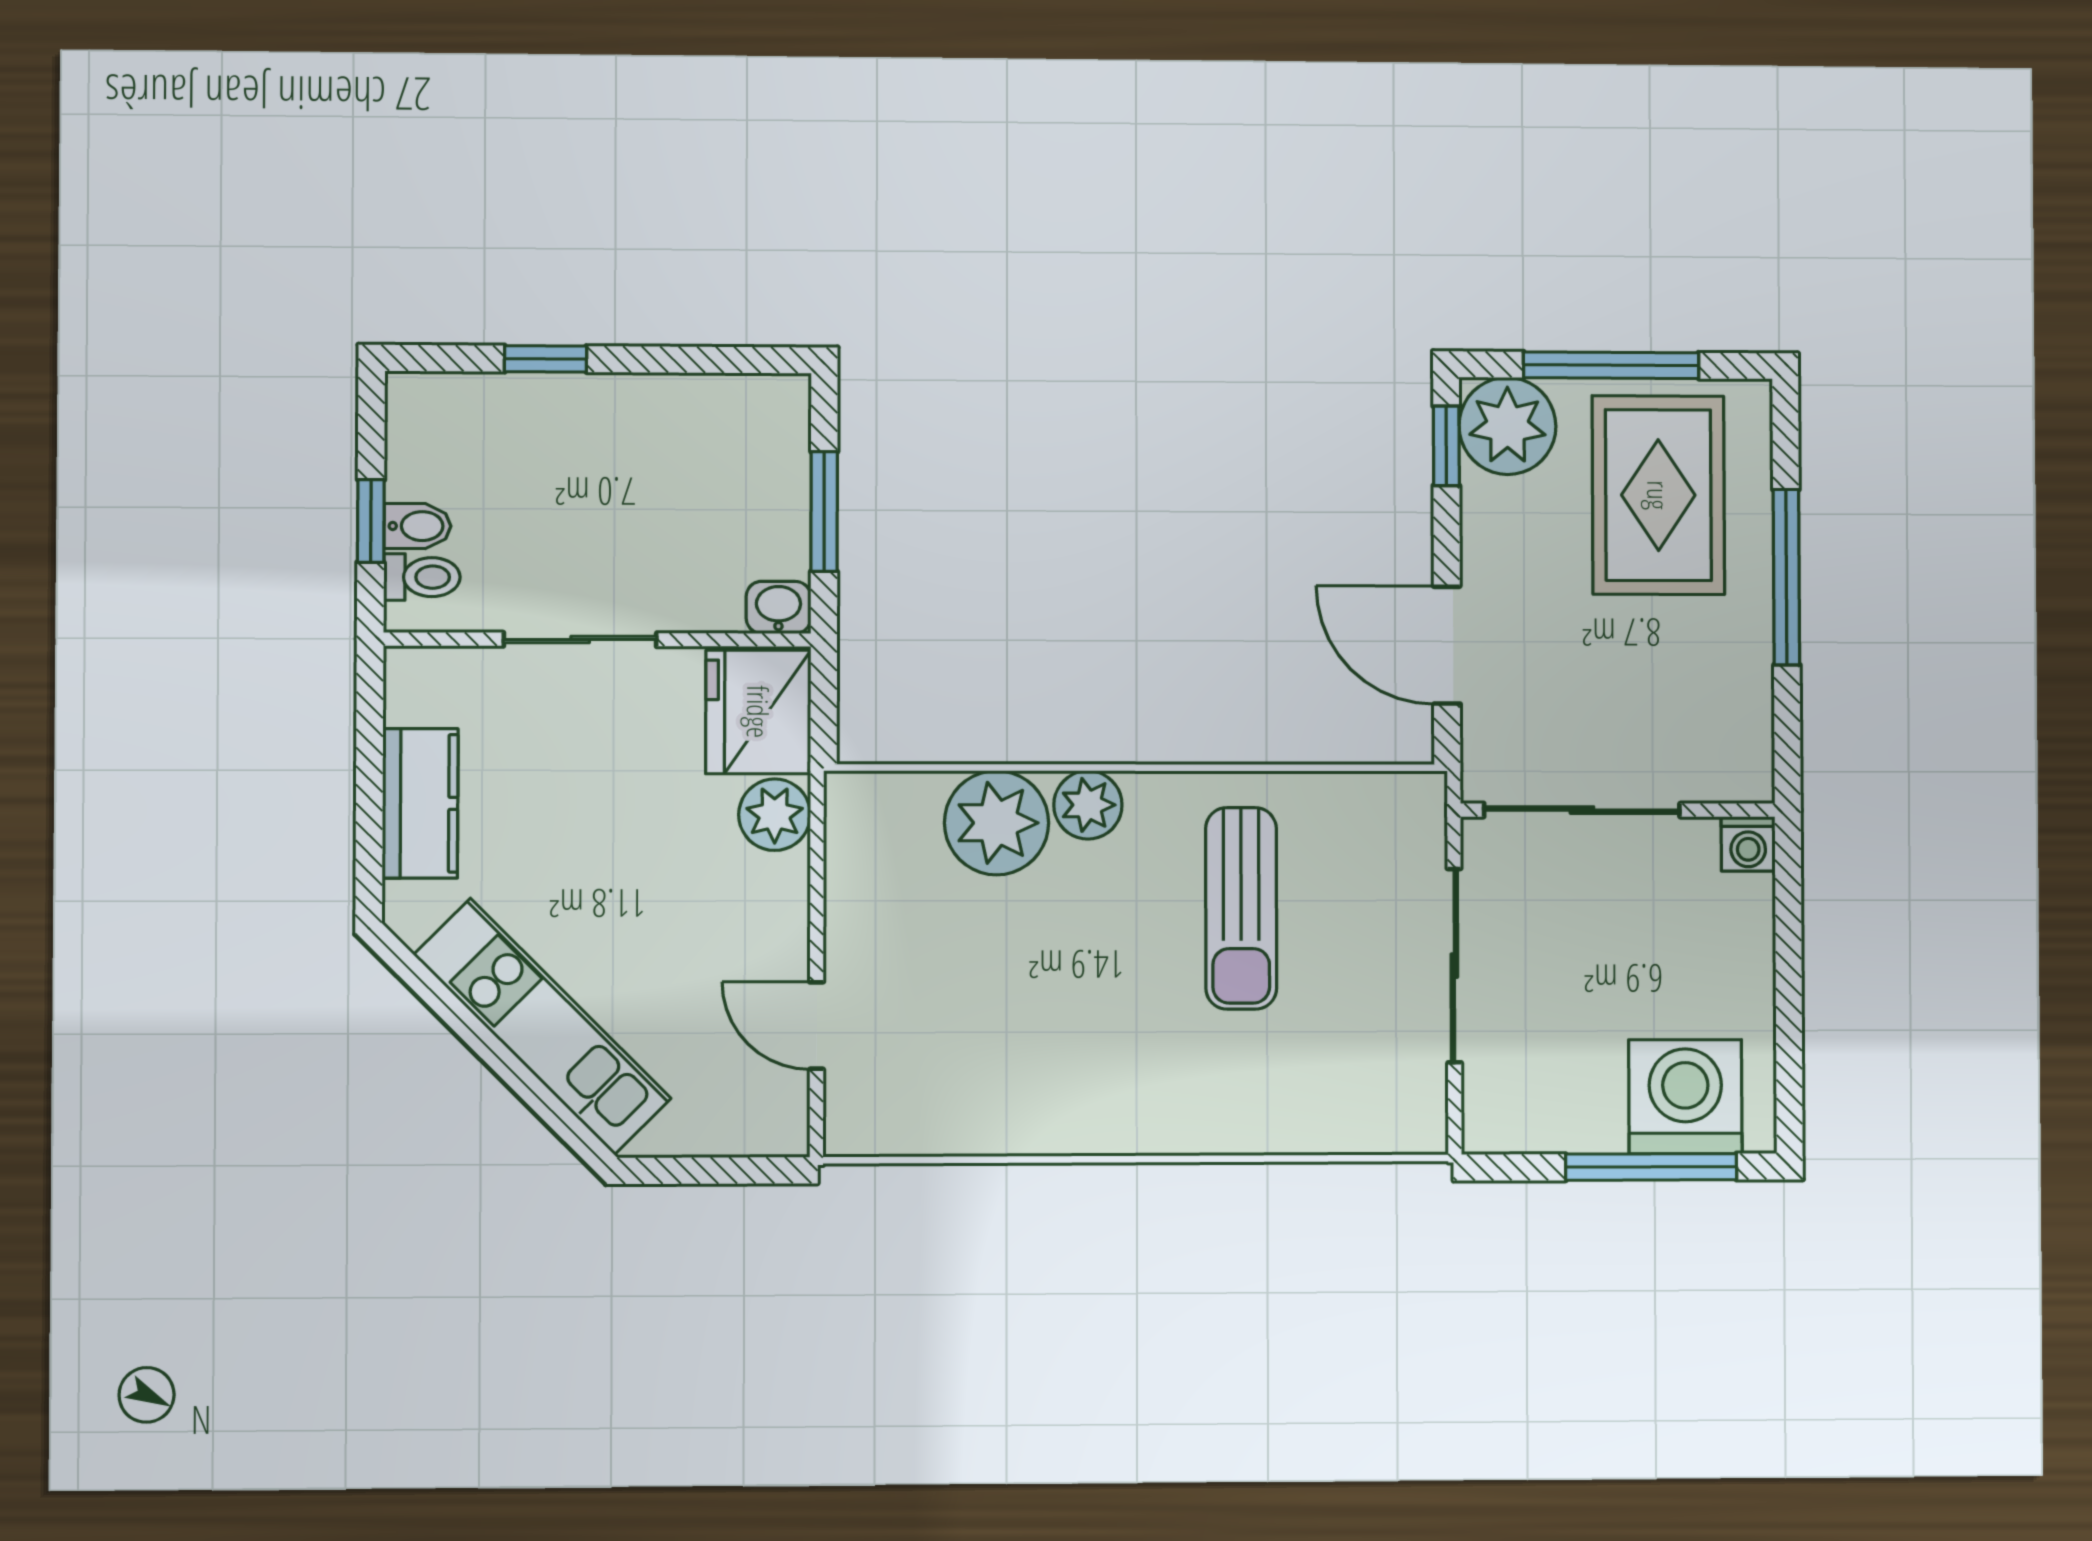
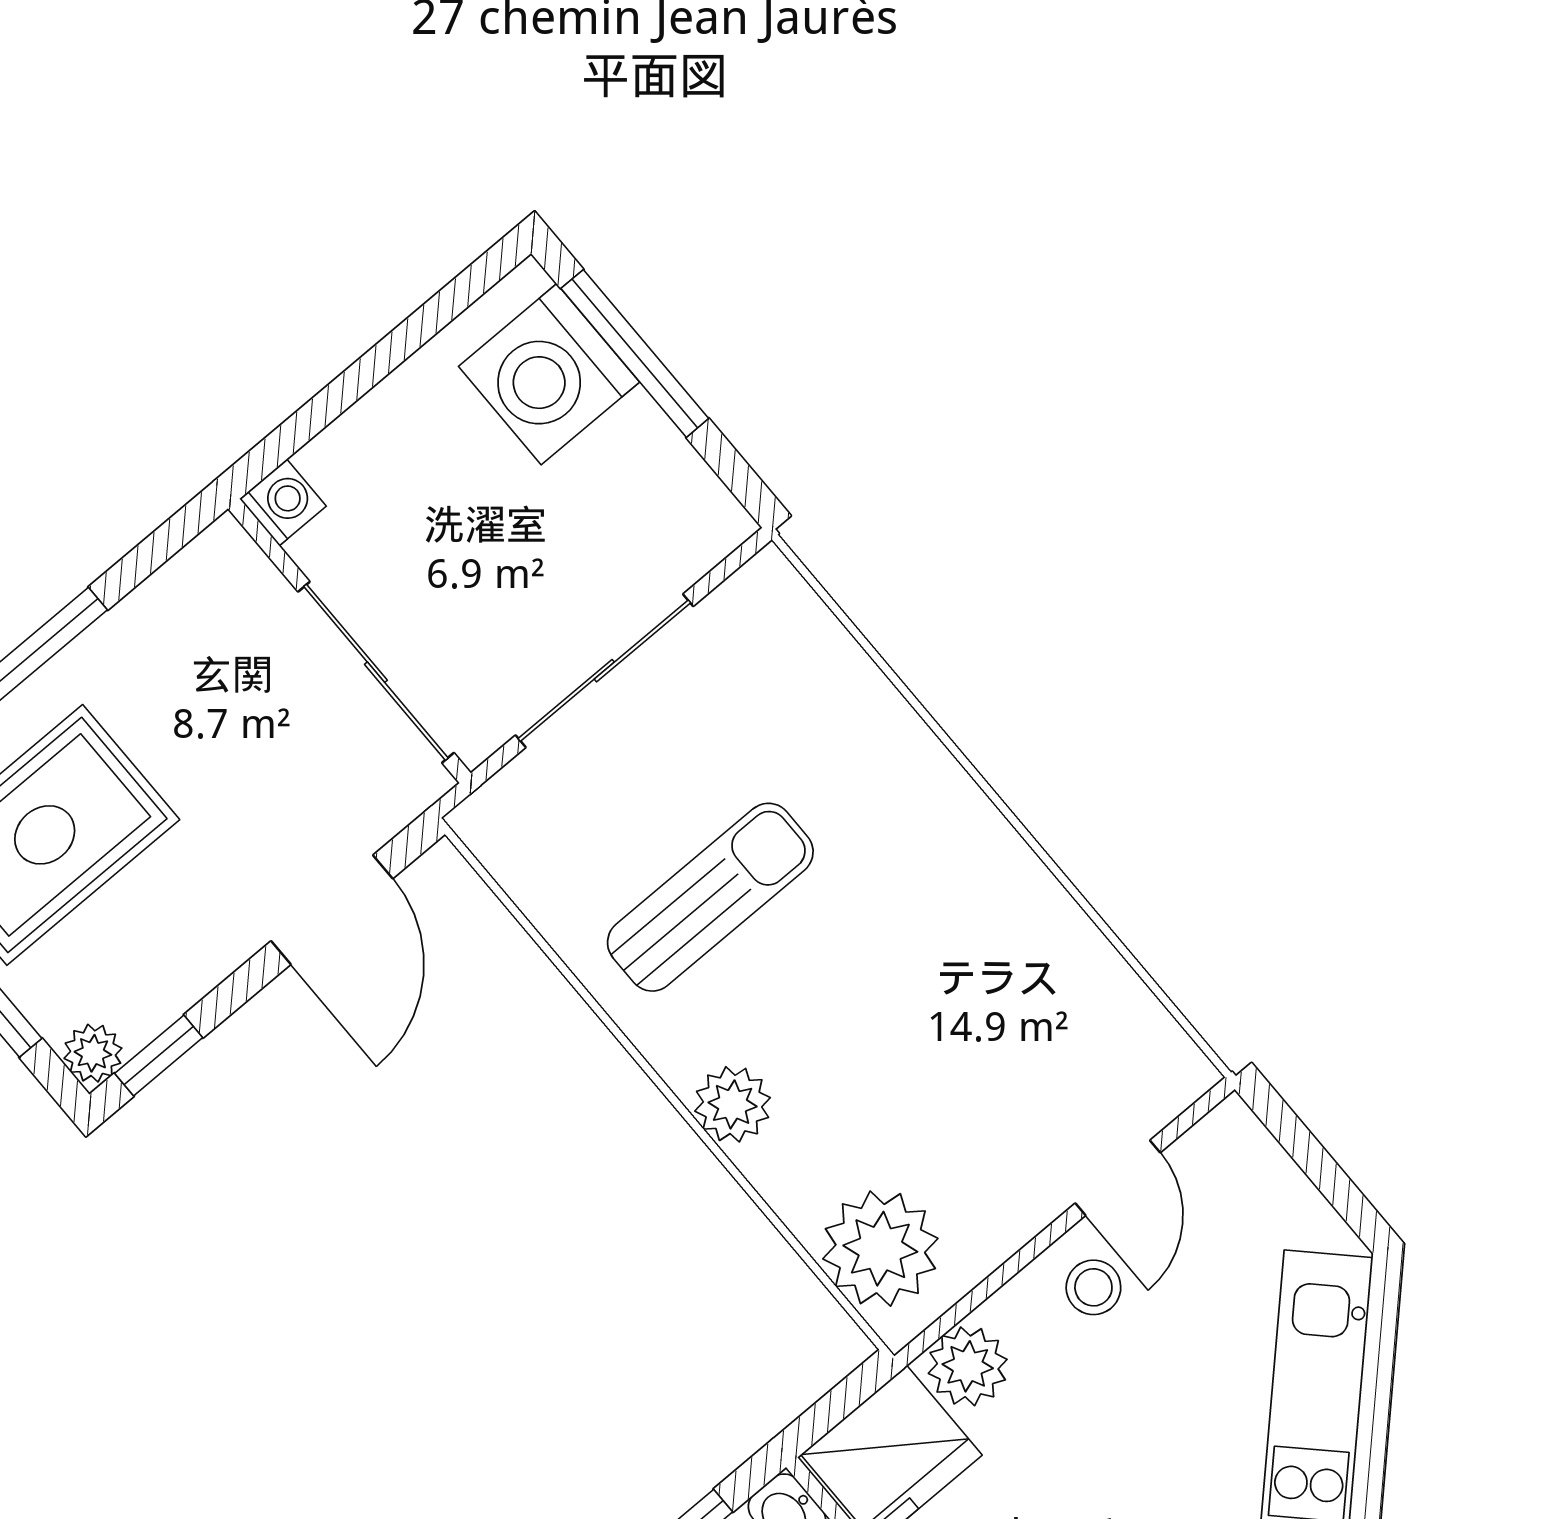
plant: (1507, 426) -> (93, 1053), width x0.53, depth x0.53
plant: (997, 823) -> (880, 1249), moved
stool: (756, 946) -> (1093, 1287), added

